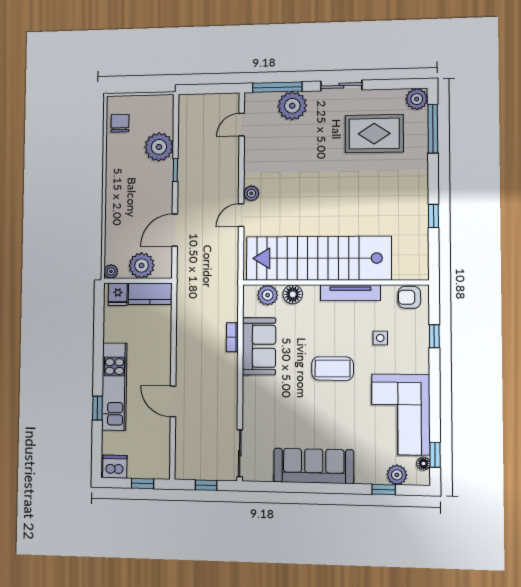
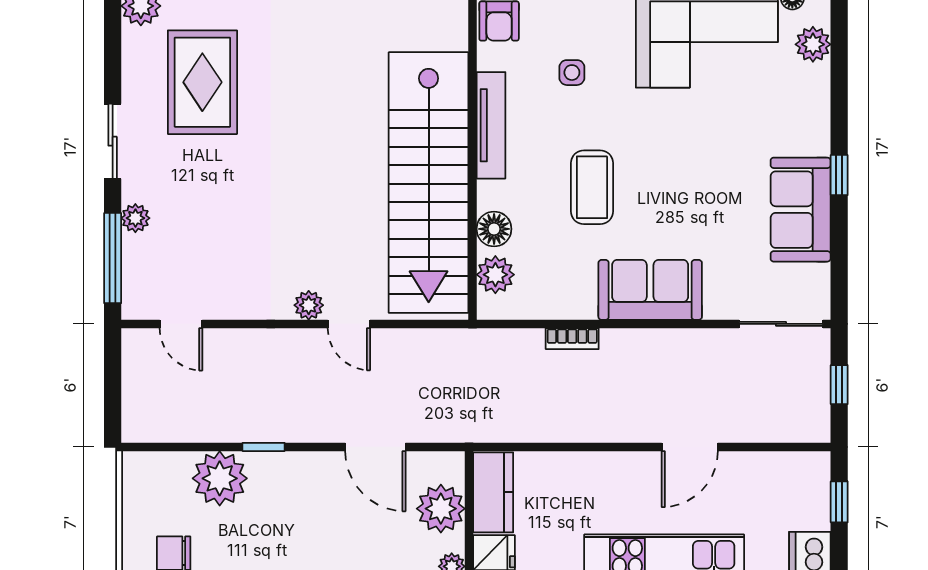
plant: (292, 106) -> (135, 218), width x0.53, depth x0.53
sofa: (259, 346) -> (650, 290), moved
coffee table: (333, 369) -> (592, 187), moved
sofa: (314, 466) -> (801, 210), width x0.73
window: (384, 489) -> (839, 175), moved

